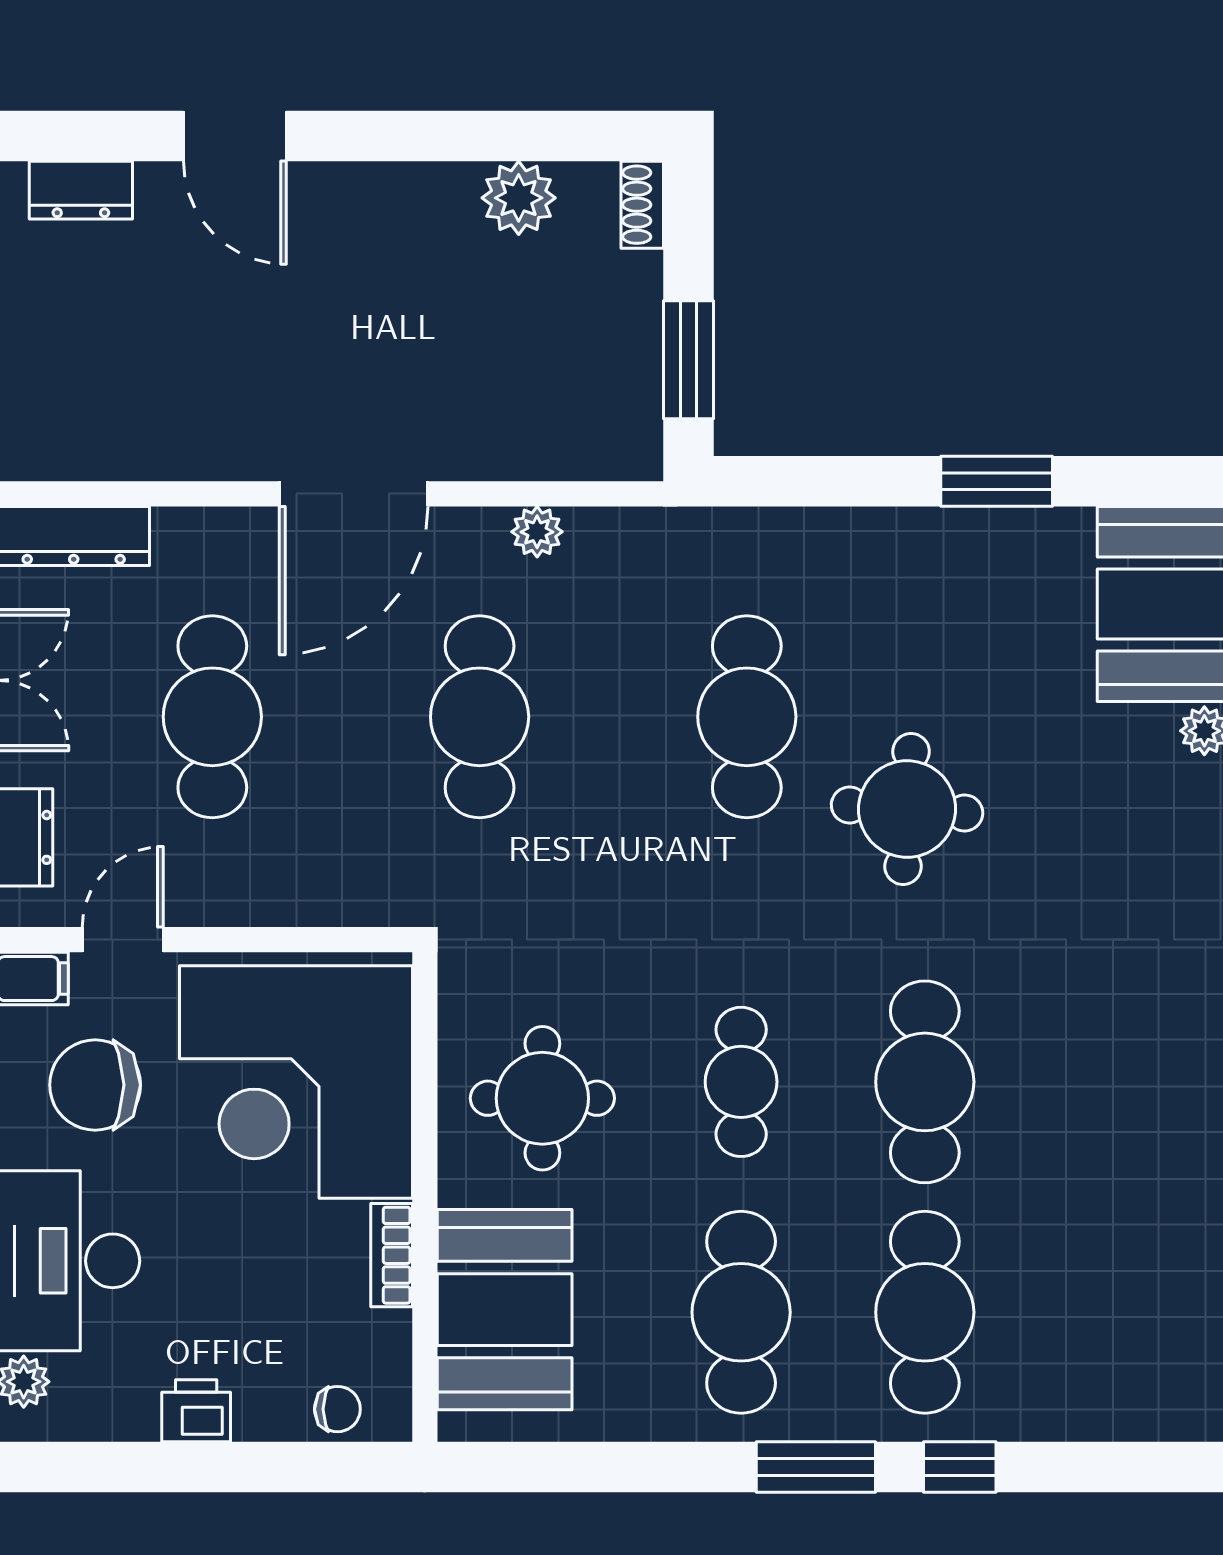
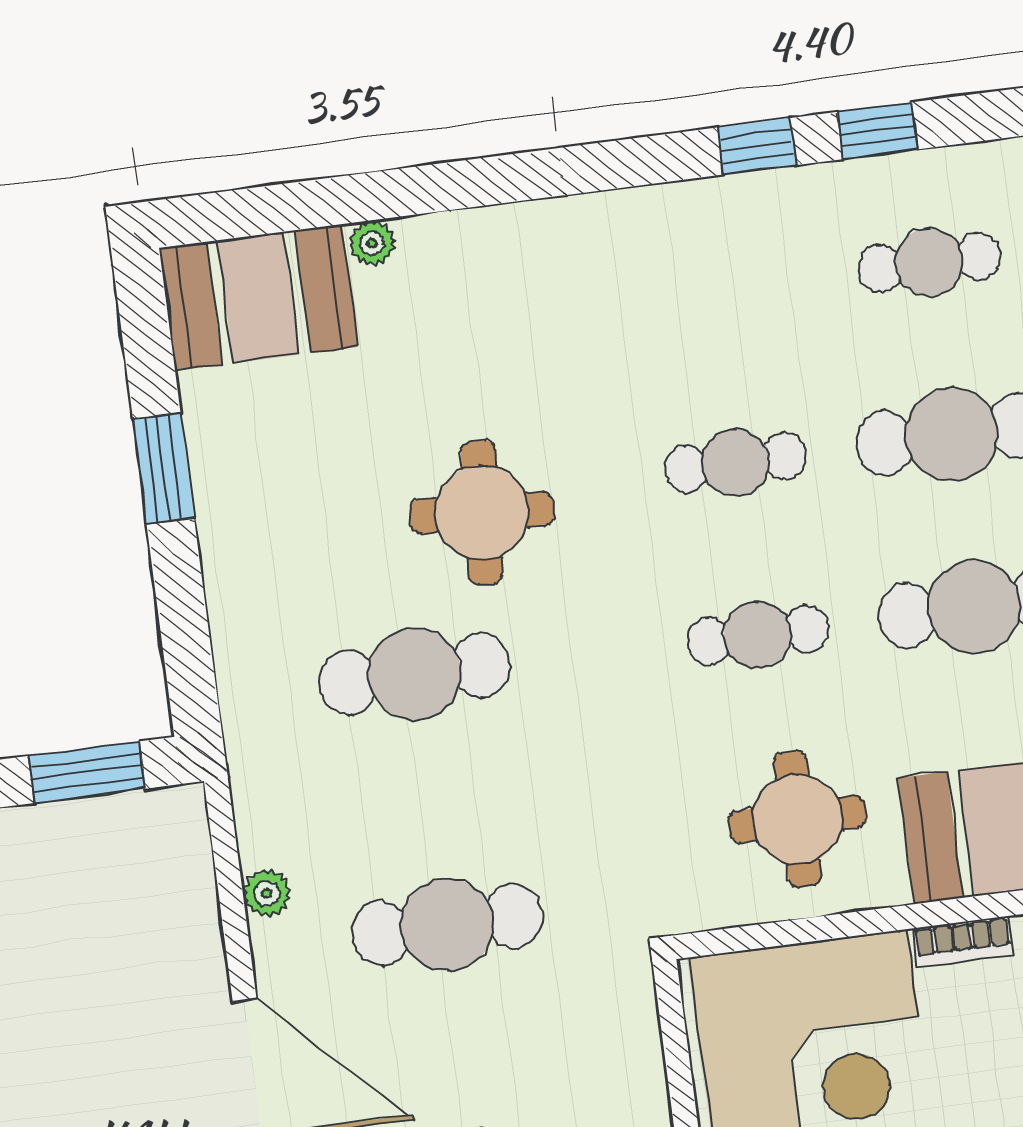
cafe table: (925, 1082) -> (735, 463), width x0.73, depth x0.74
cafe table: (1109, 1312) -> (929, 262), added

